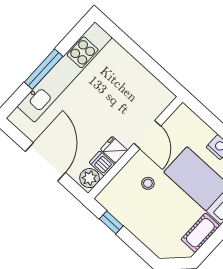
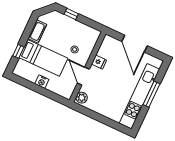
dishwasher: (102, 164) -> (103, 52), removed
plant: (89, 178) -> (82, 98), moved
window: (111, 222) -> (71, 14), moved

